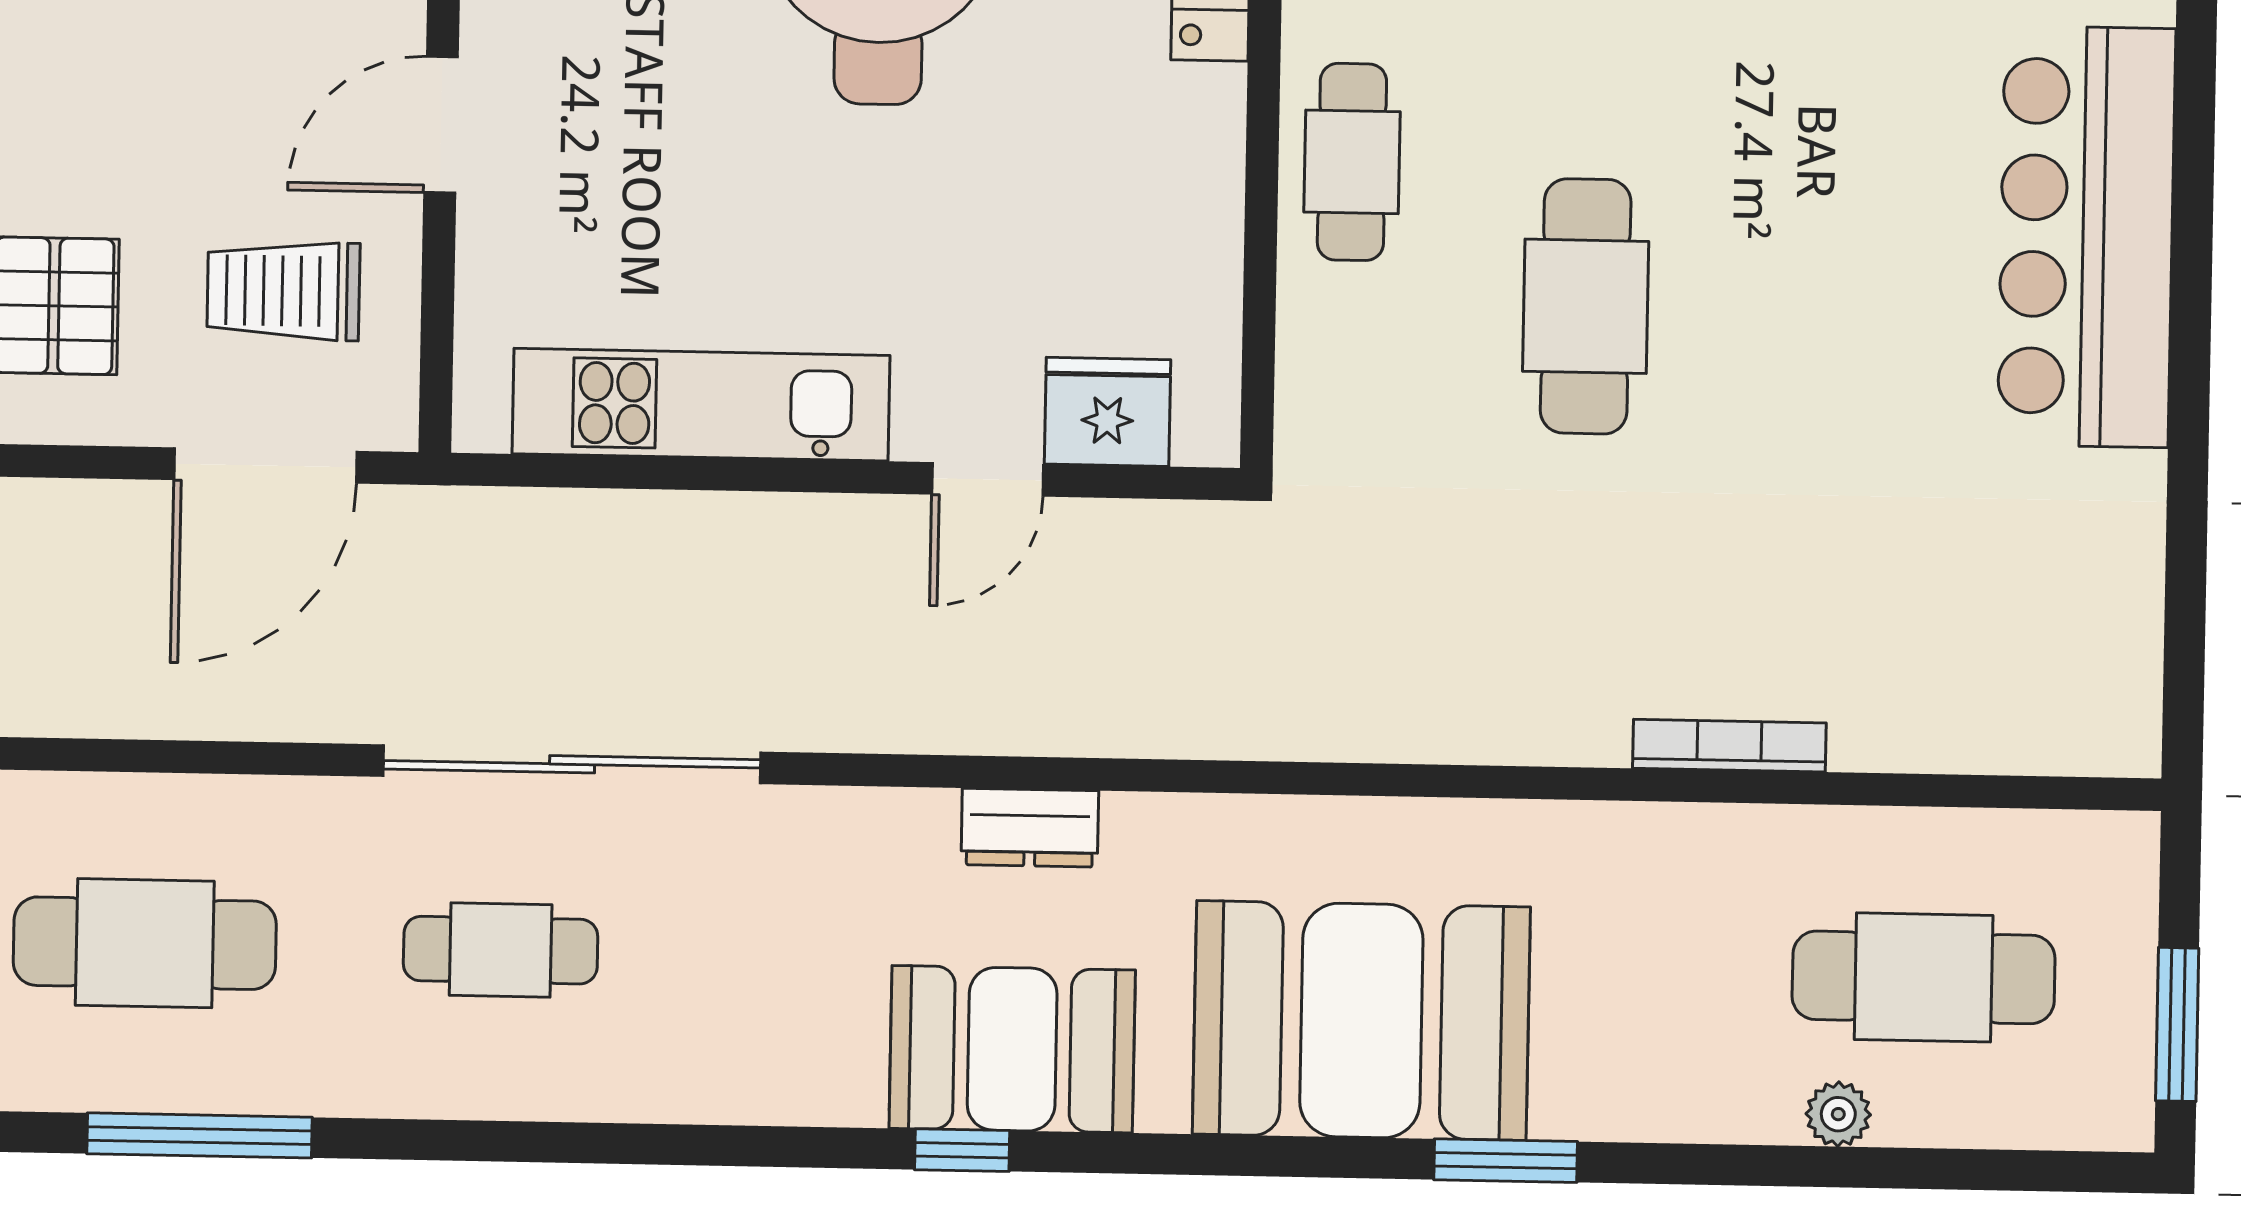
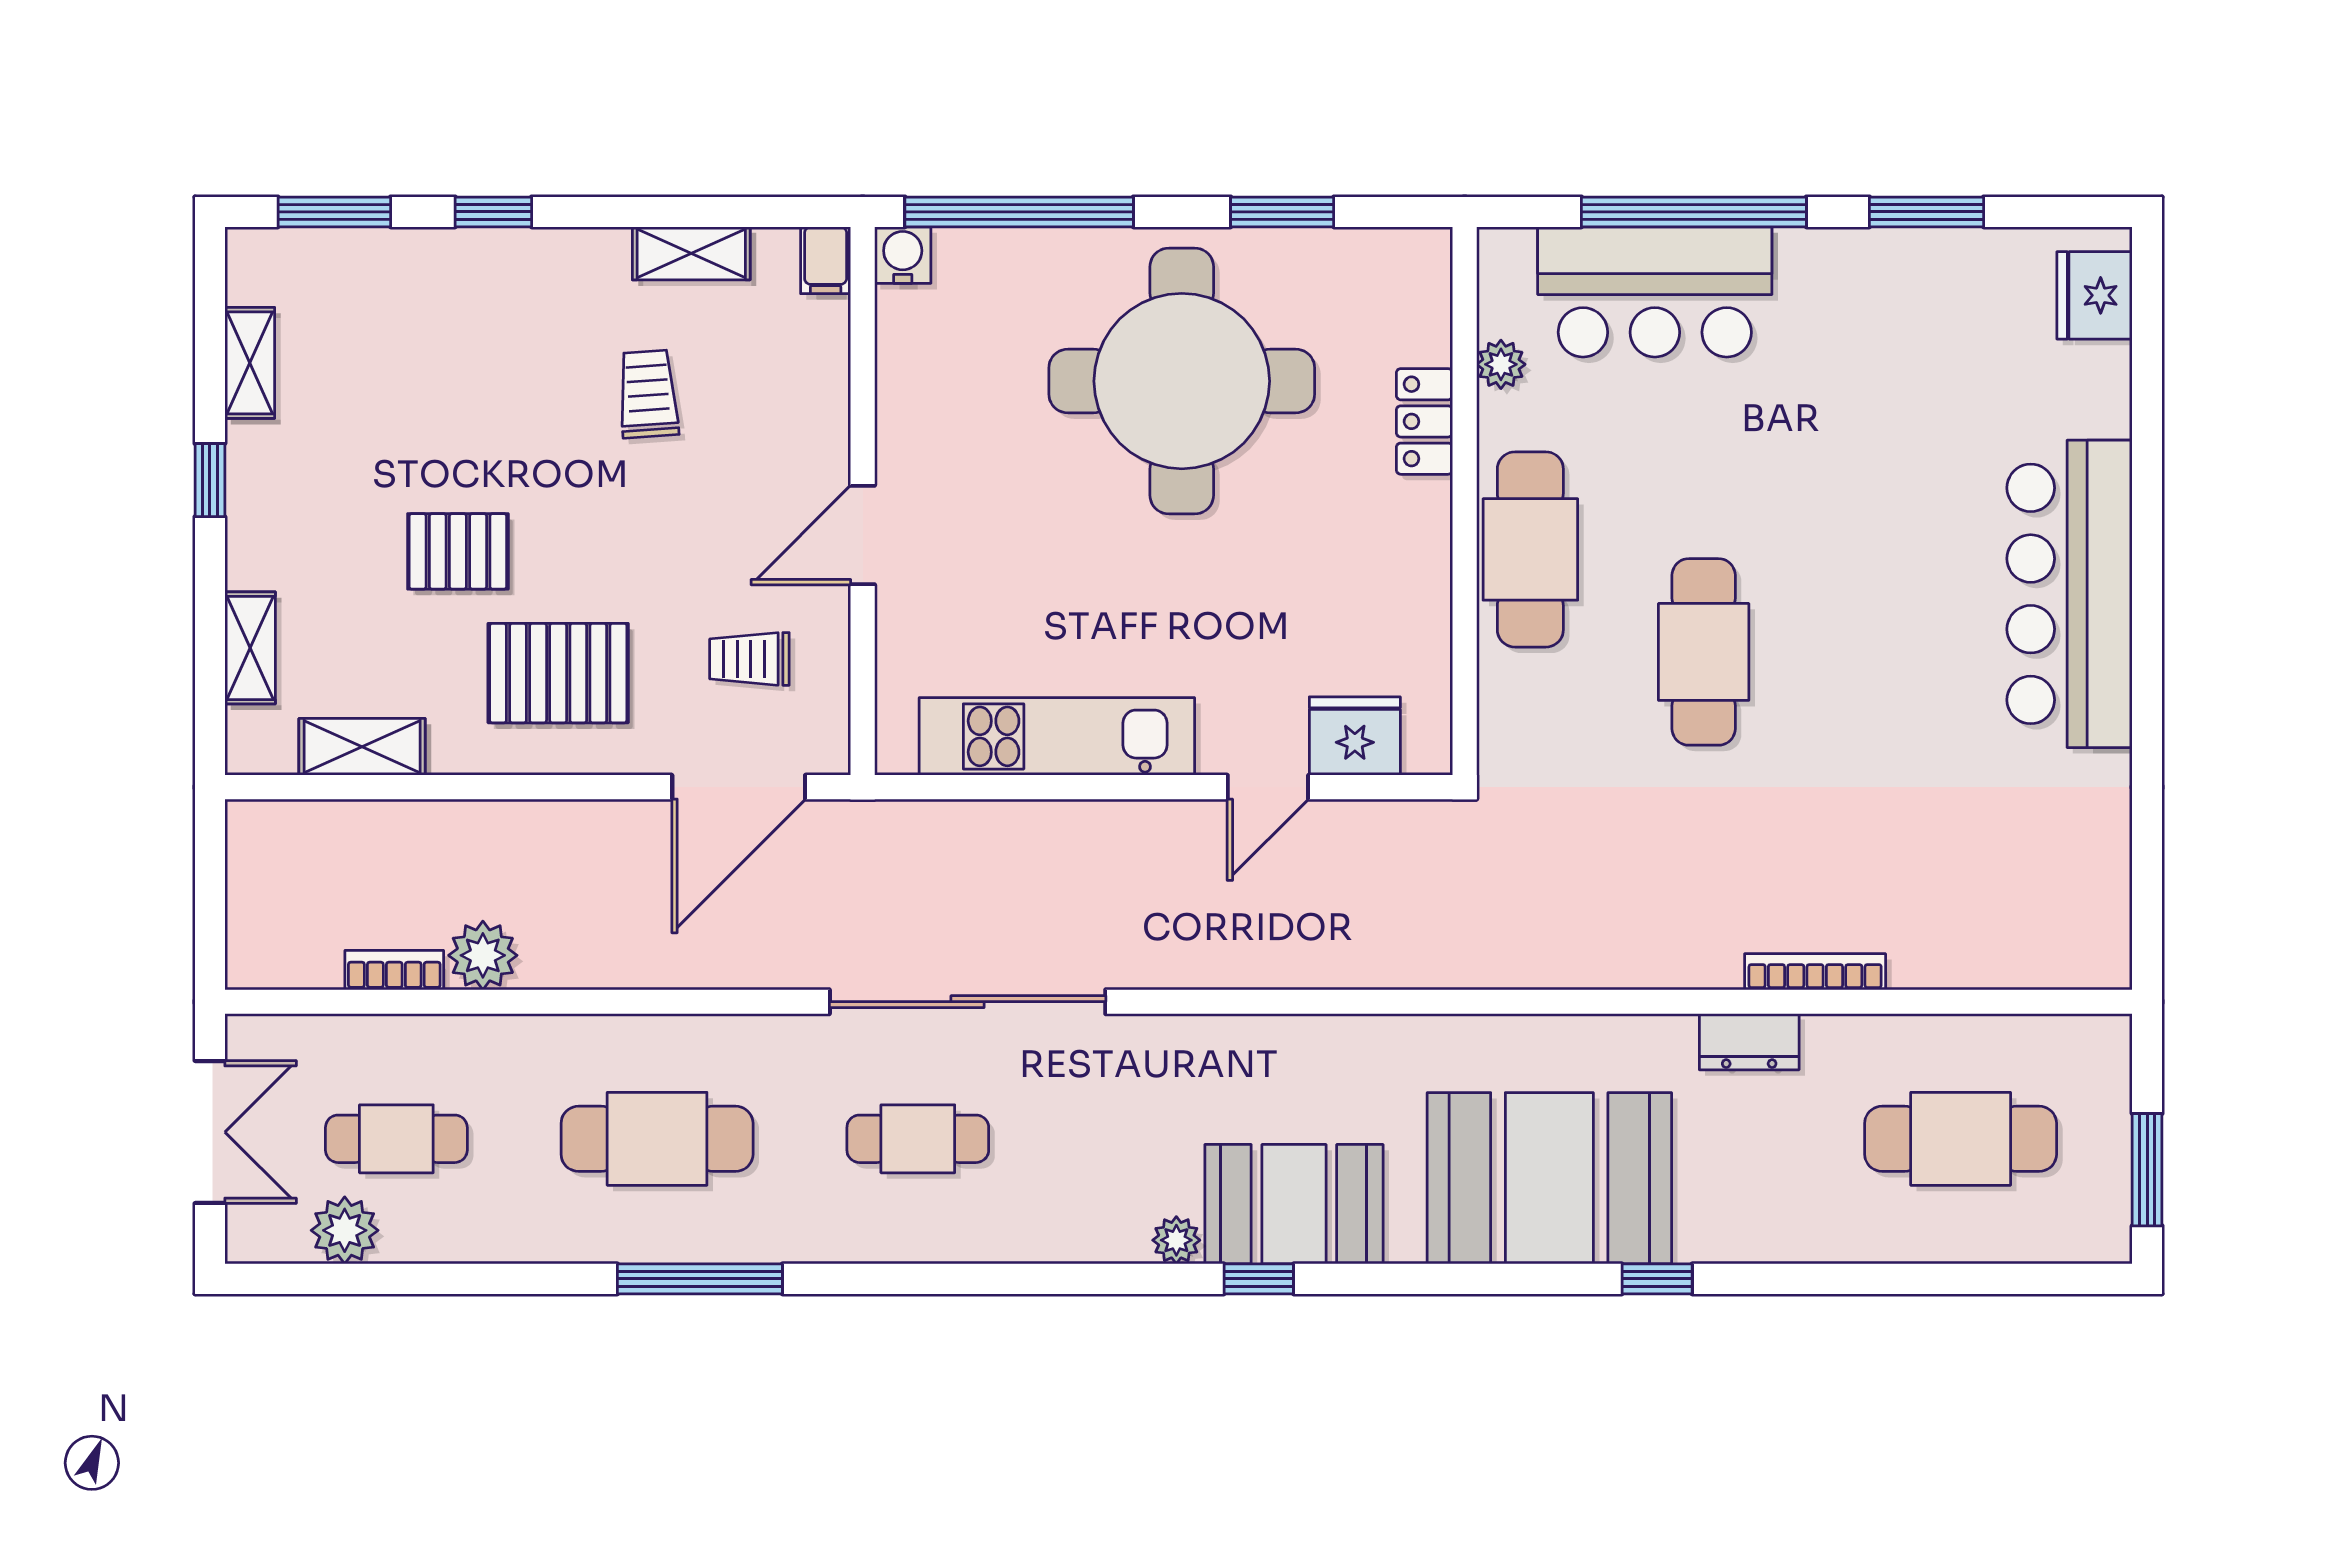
cafe table: (1352, 162) -> (1530, 549), width x1.37, depth x1.35
trolley: (283, 291) -> (749, 659), width x0.73, depth x0.72
dresser: (1030, 828) -> (1749, 1042), moved
plant: (1838, 1114) -> (1176, 1240), moved
window: (1506, 1161) -> (1657, 1279), width x0.67

